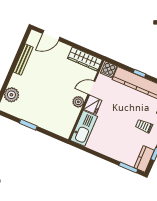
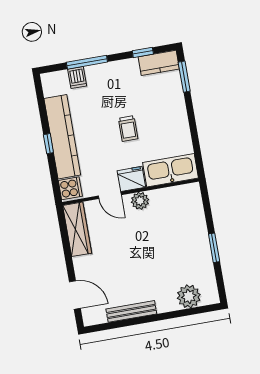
trolley: (144, 126) -> (128, 129), moved

